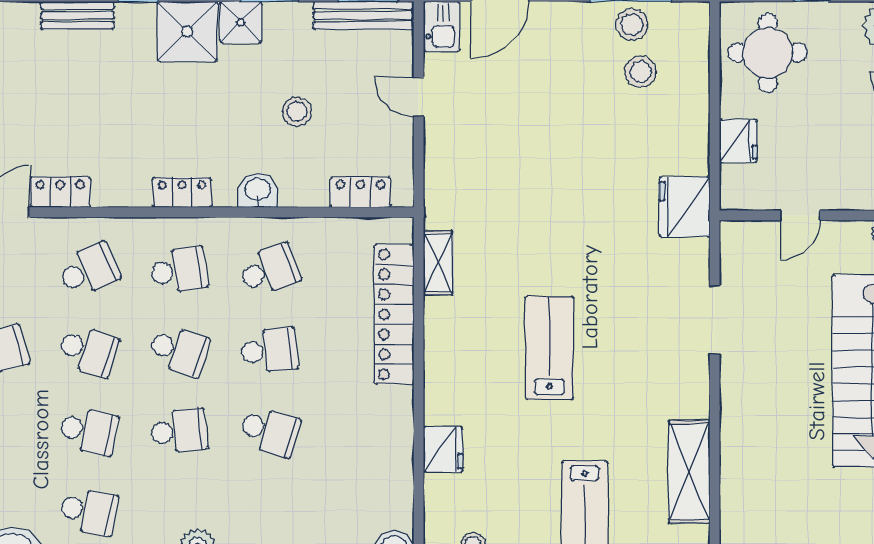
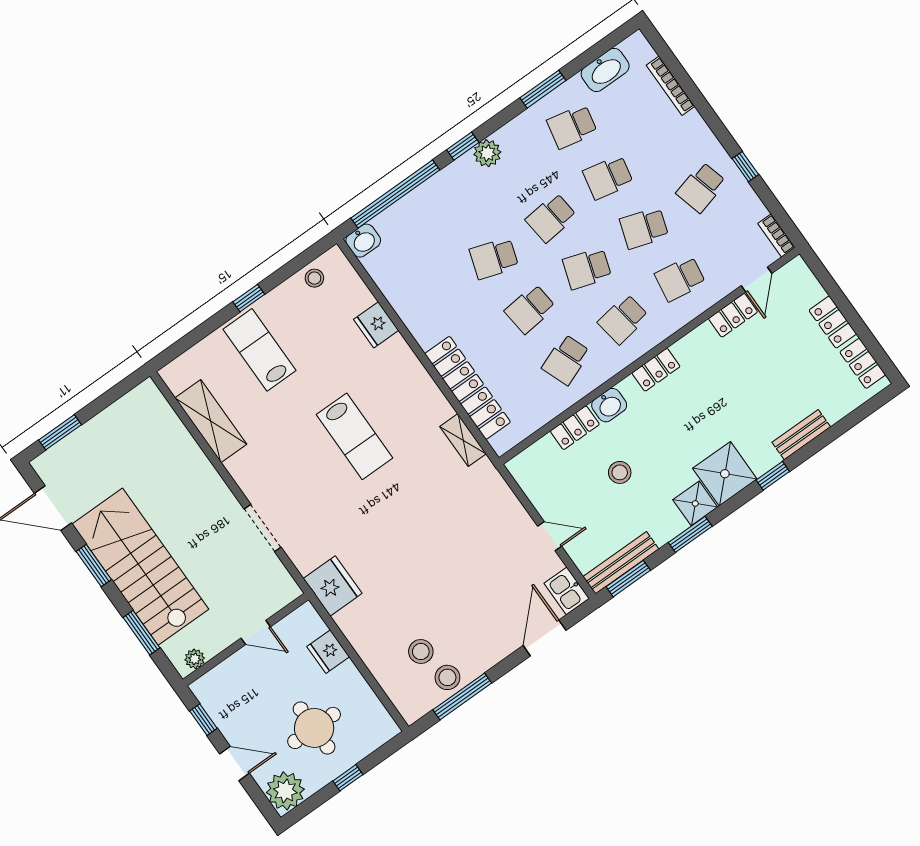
round table: (768, 53) -> (314, 728), moved
locker: (360, 192) -> (575, 428), moved
door: (800, 215) -> (256, 632), swing flipped
school desk: (88, 270) -> (680, 279), turned 33

